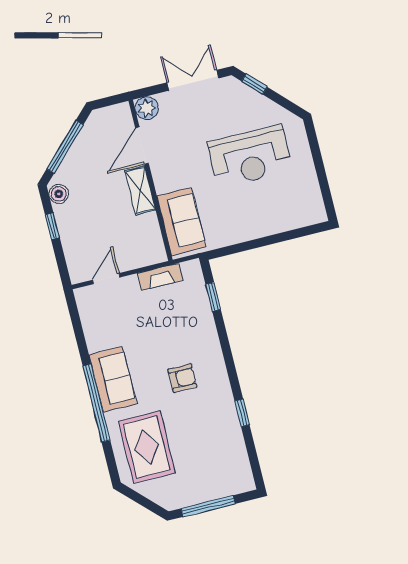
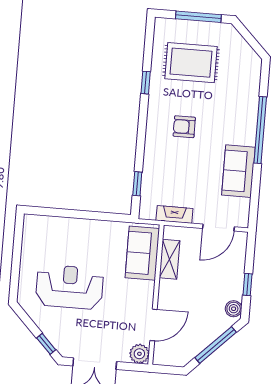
shelving: (140, 190) -> (170, 259), moved
door: (106, 279) -> (218, 228), width x1.38
sofa: (113, 379) -> (238, 171), moved
rug: (147, 447) -> (191, 63), moved, turned 90

